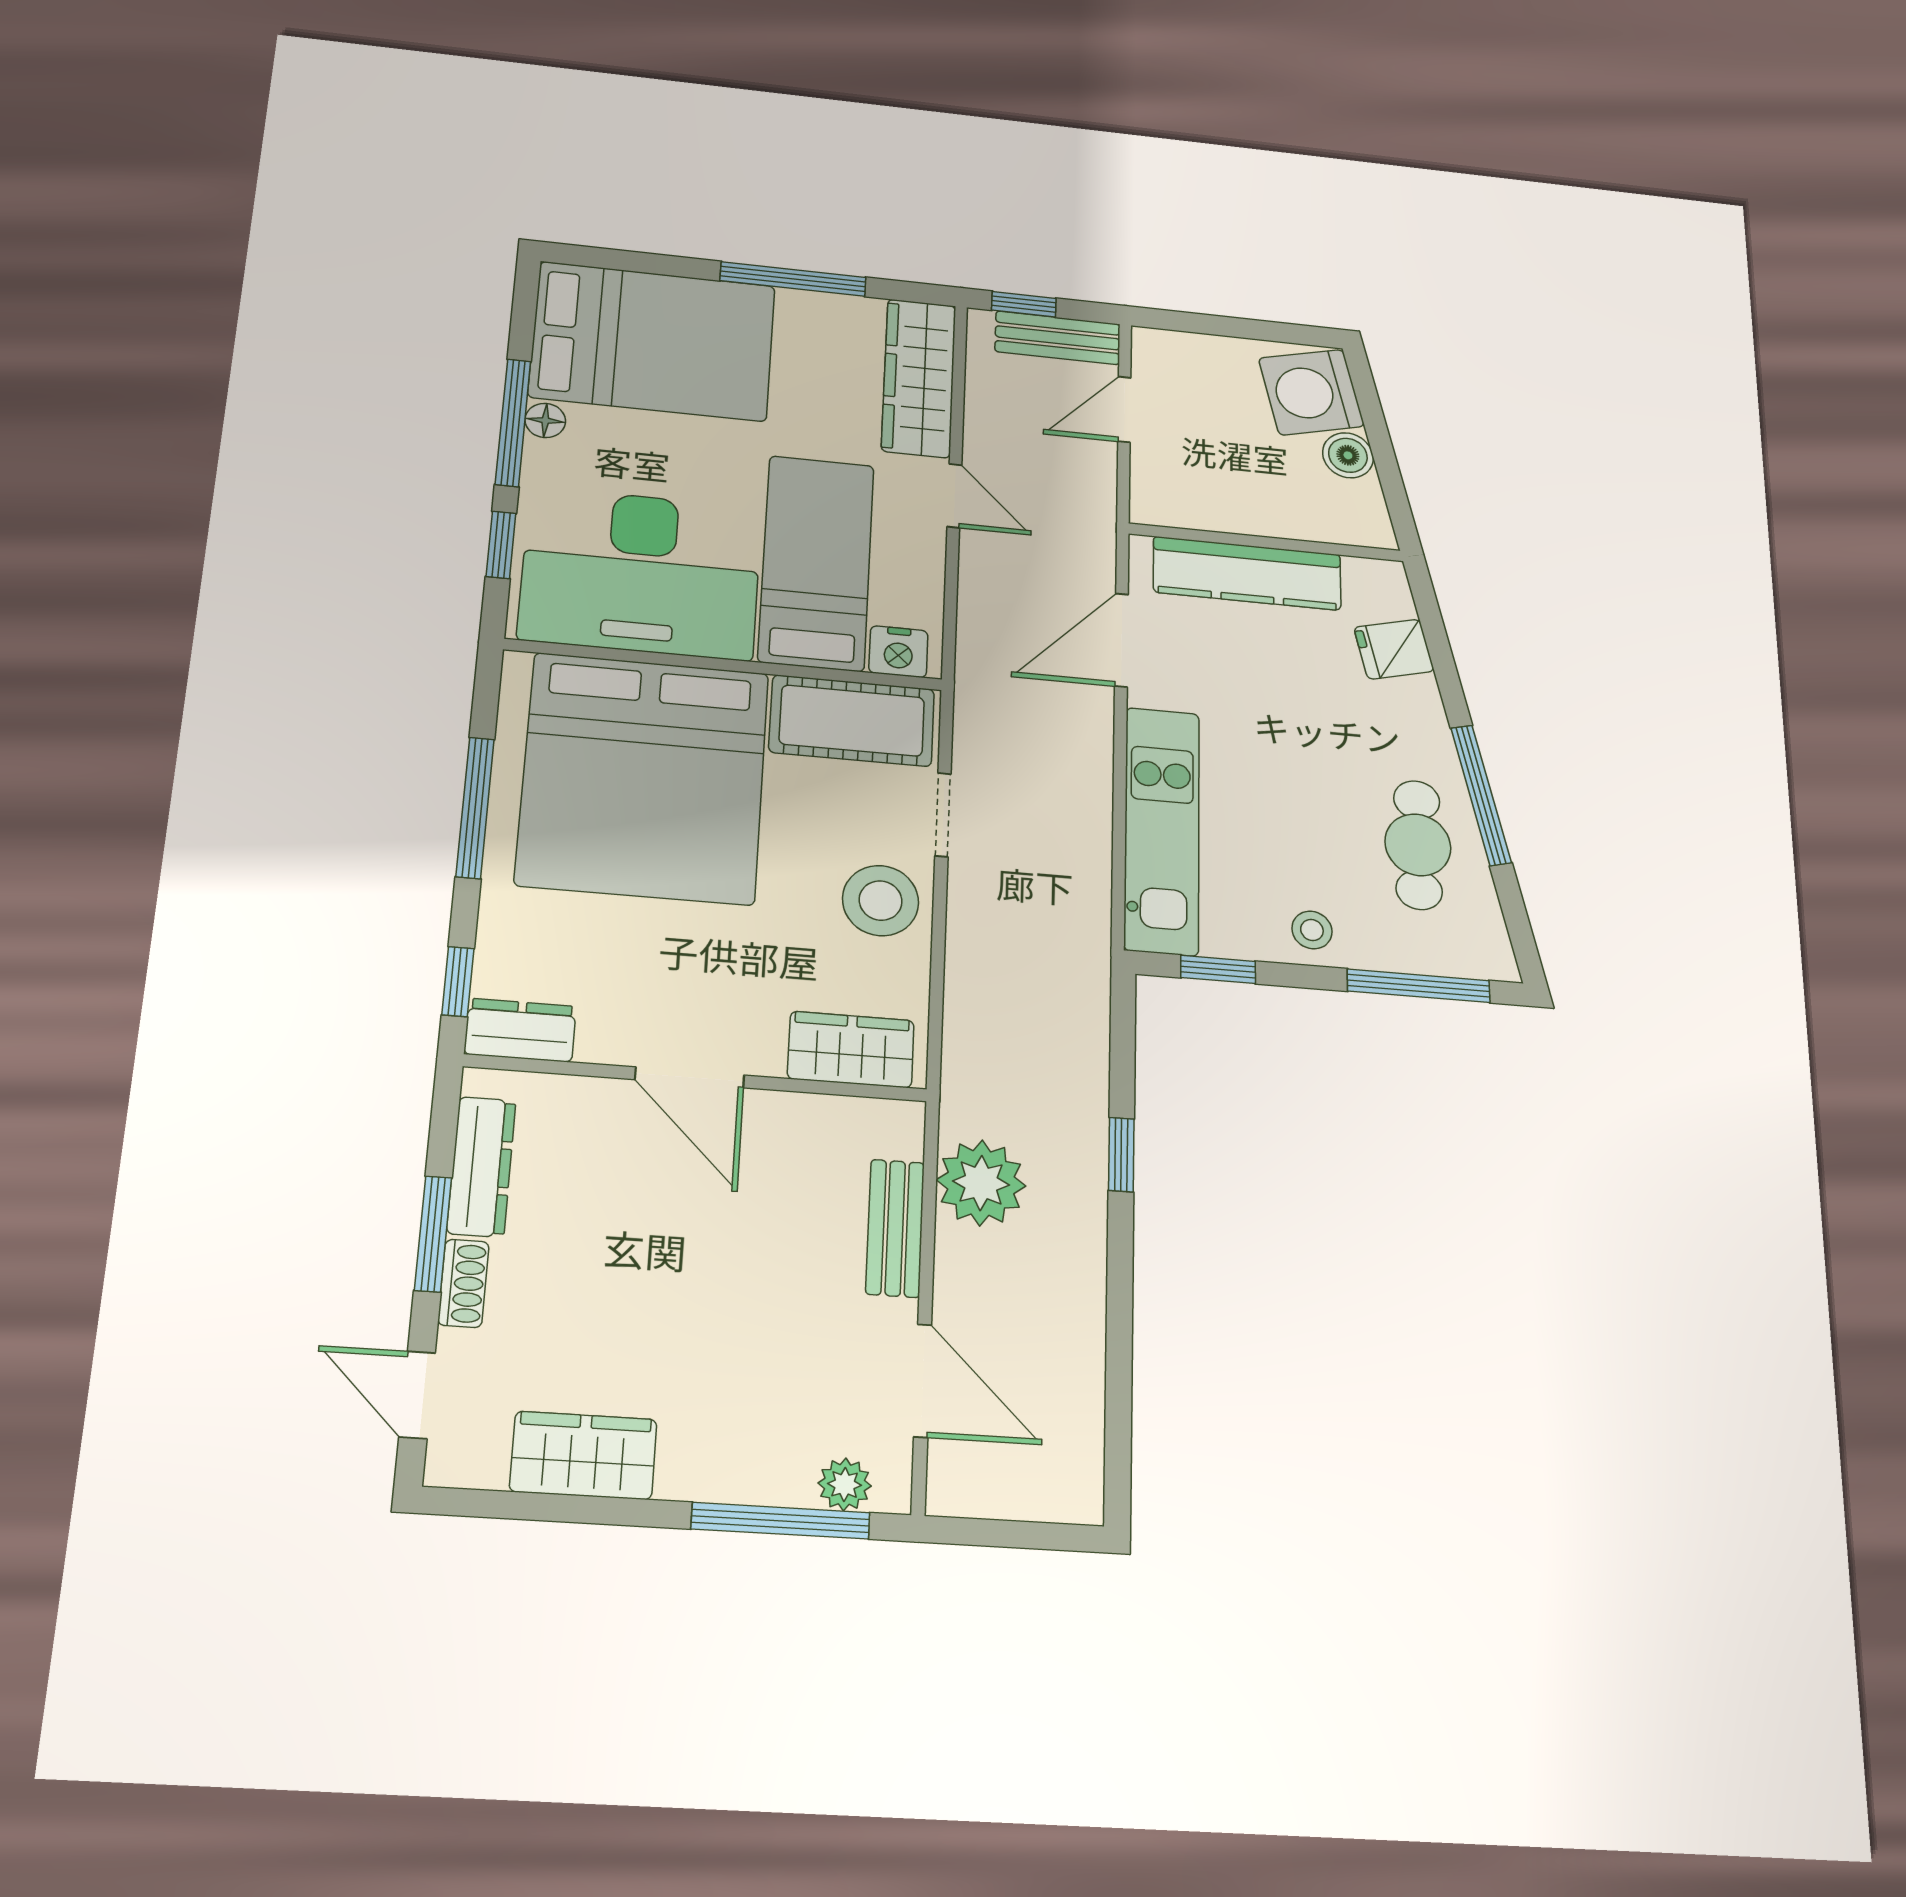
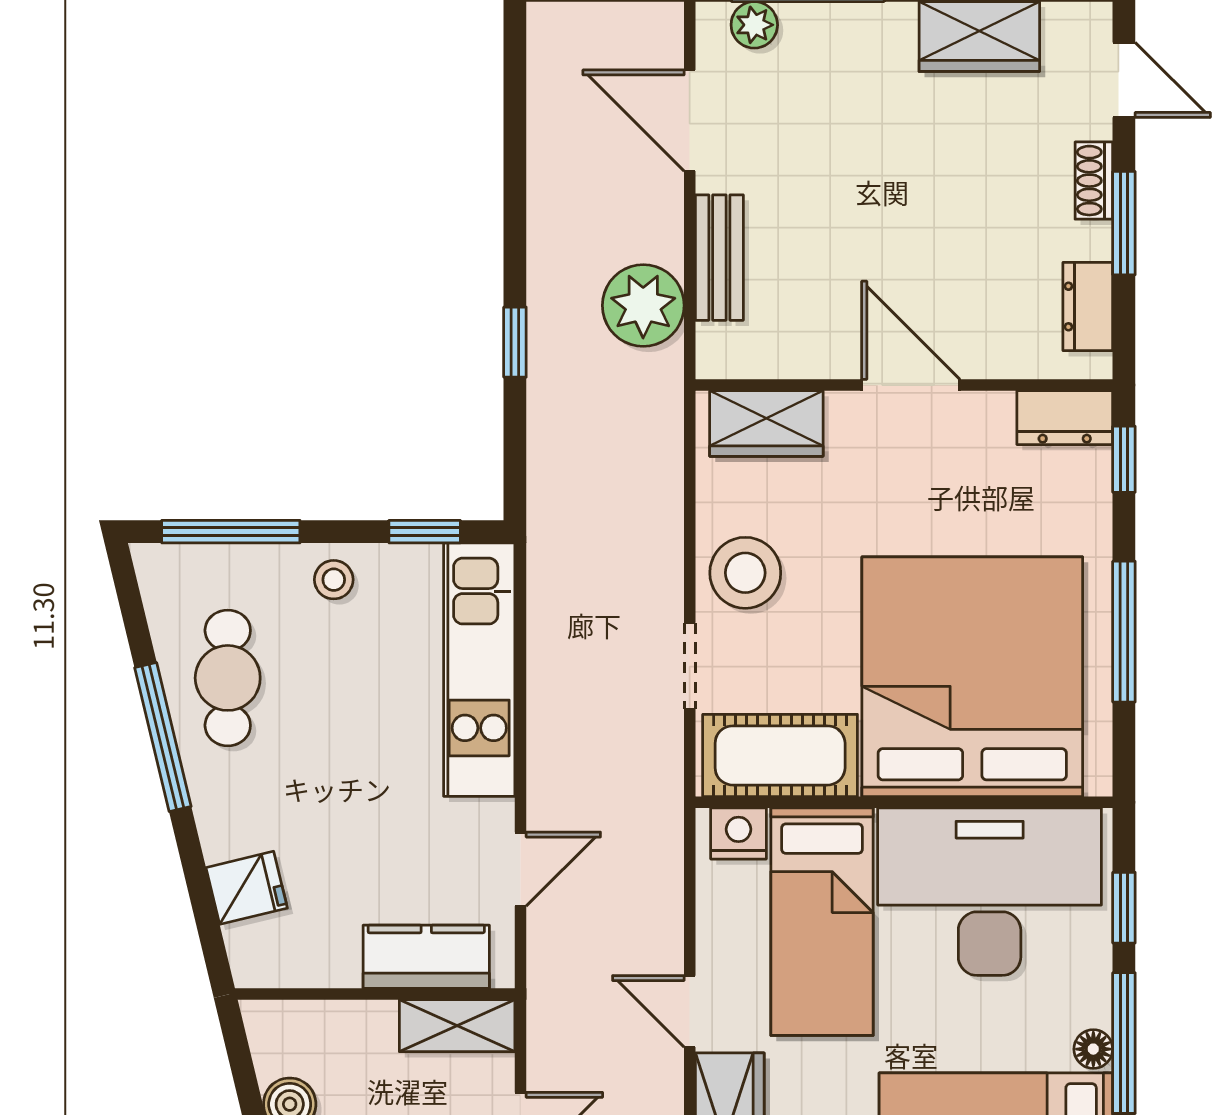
shelving: (1186, 506) -> (457, 1026), added
kitchen counter: (1247, 573) -> (426, 957), width x0.67
door: (1121, 640) -> (521, 869), width x0.73
dresser: (481, 1167) -> (1088, 307), width x0.70

